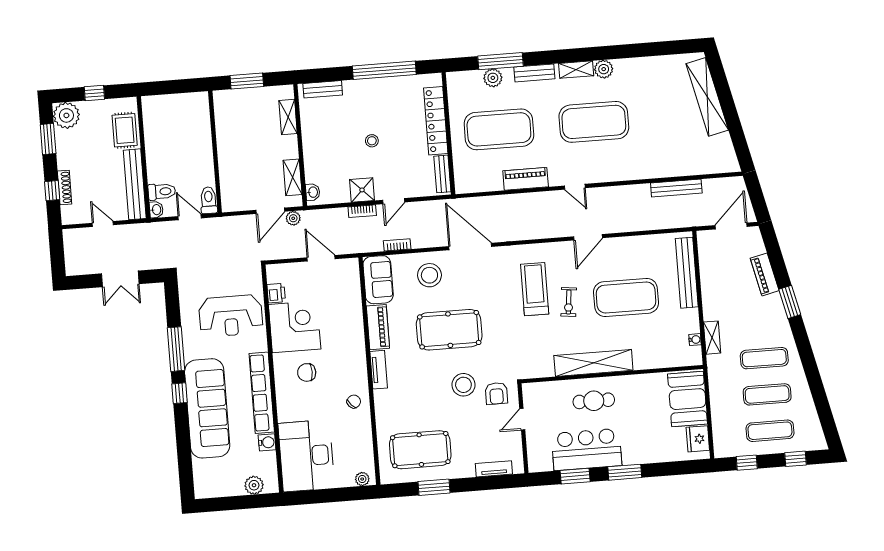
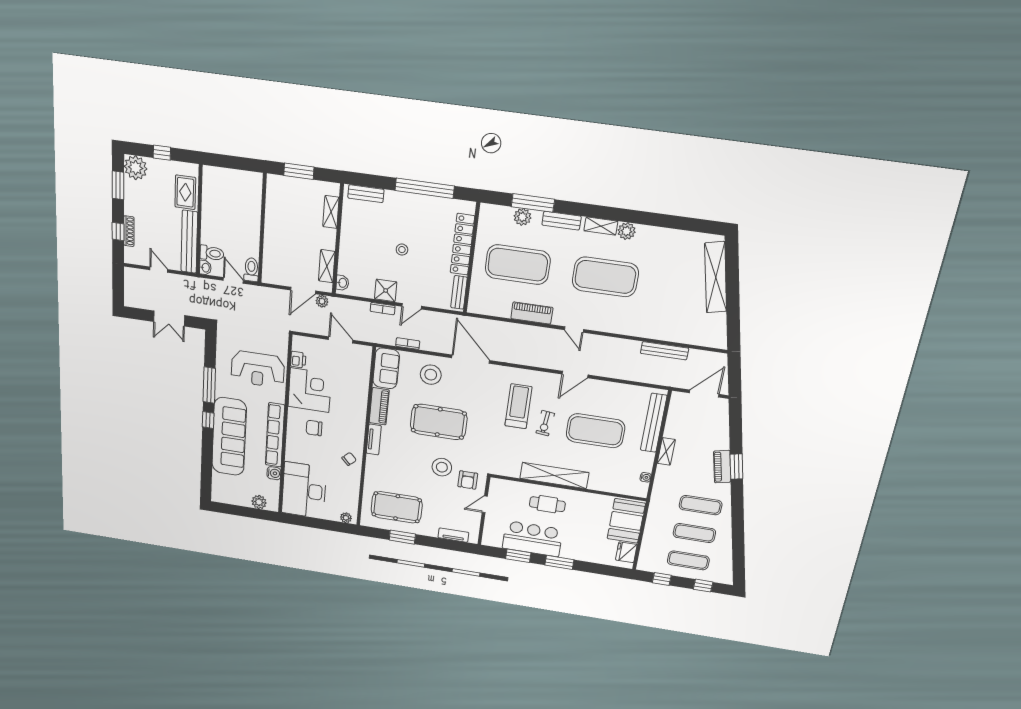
piano: (765, 274) -> (722, 467), moved
shelving: (712, 338) -> (666, 452), moved

